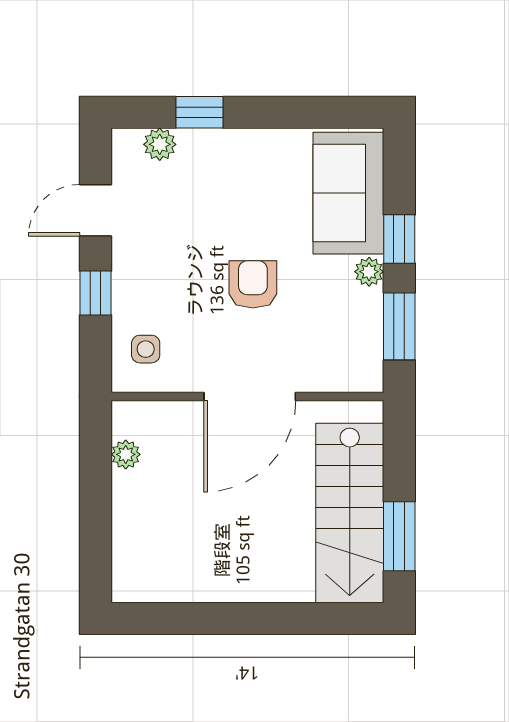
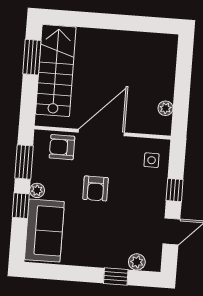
armchair: (326, 362) -> (62, 147), added

